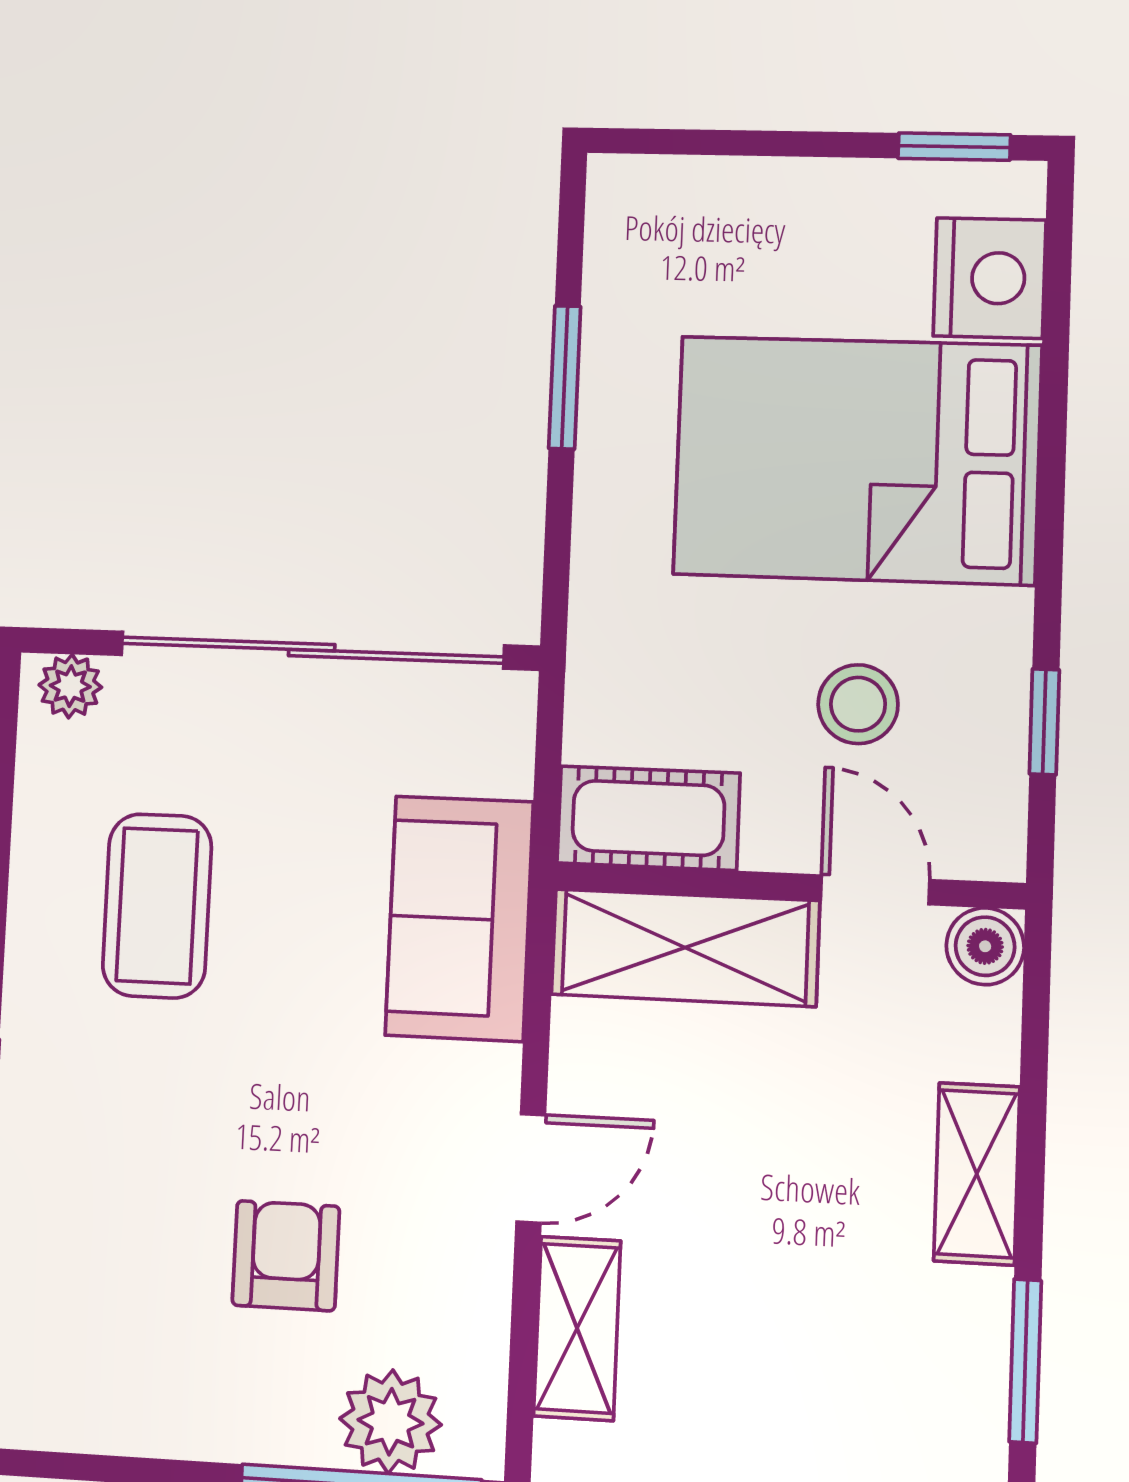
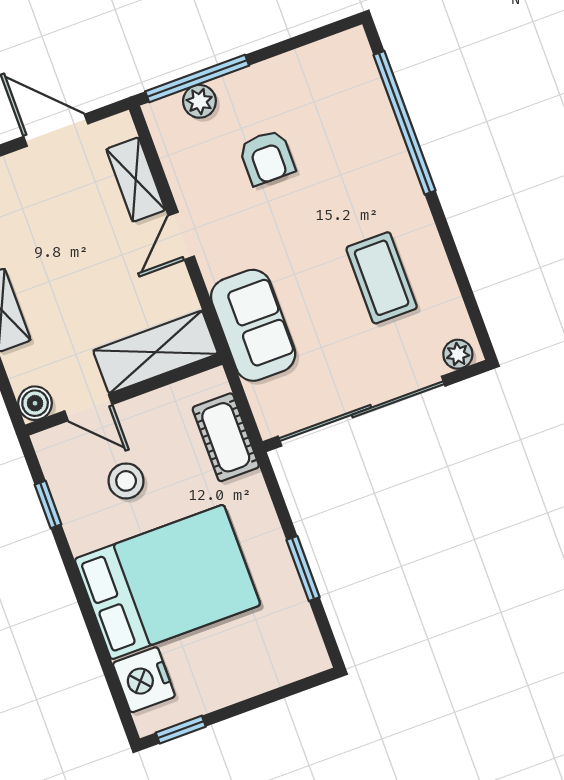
cot: (648, 818) -> (226, 437), moved, turned 90
plant: (390, 1422) -> (199, 101), width x0.73, depth x0.73

